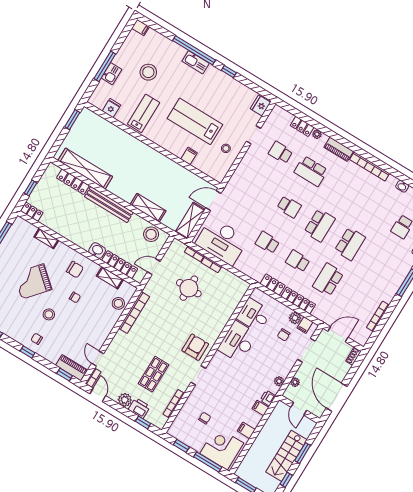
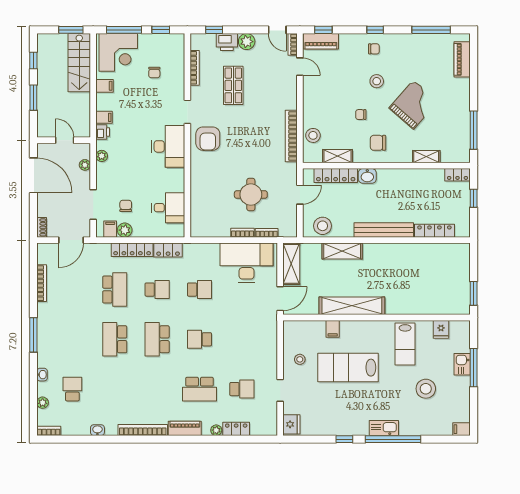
lab bench: (195, 121) -> (348, 368), turned 180
shelving: (85, 169) -> (352, 306), moved
school desk: (311, 171) -> (199, 389), turned 180
desk: (238, 342) -> (168, 146), moved
stairs: (286, 456) -> (79, 63), moved, turned 180

